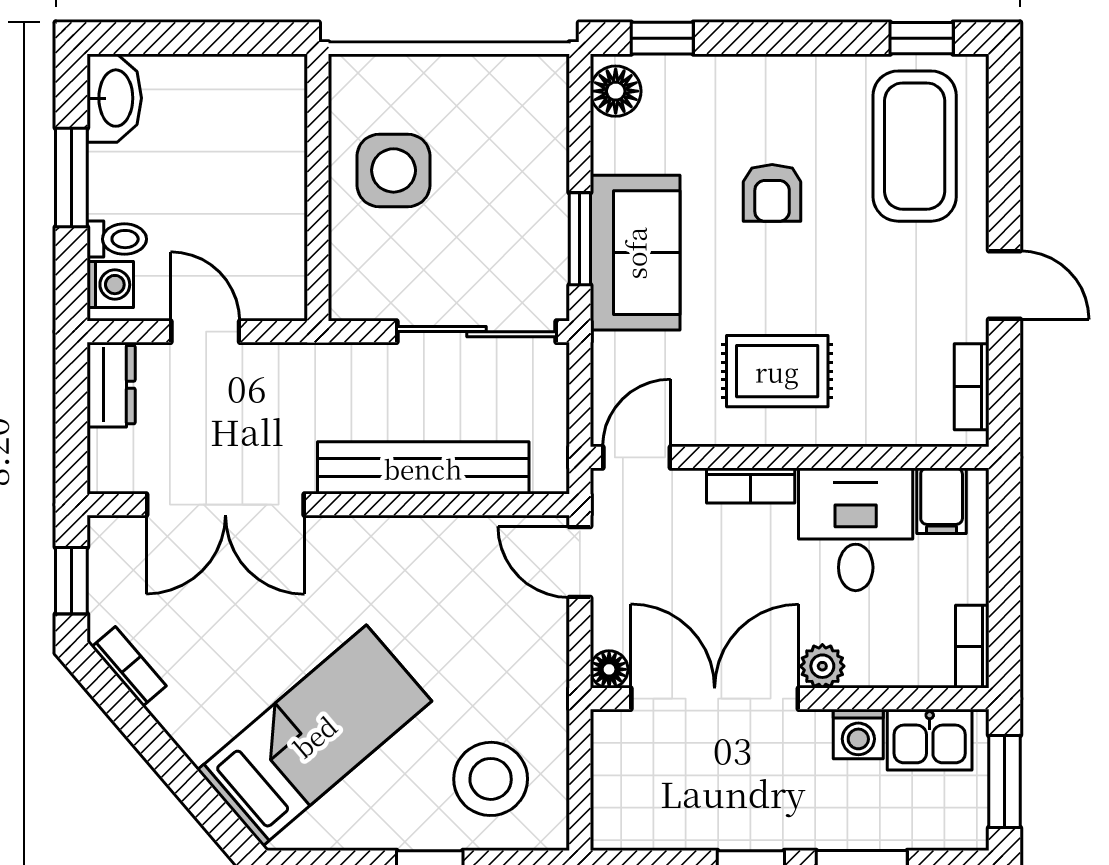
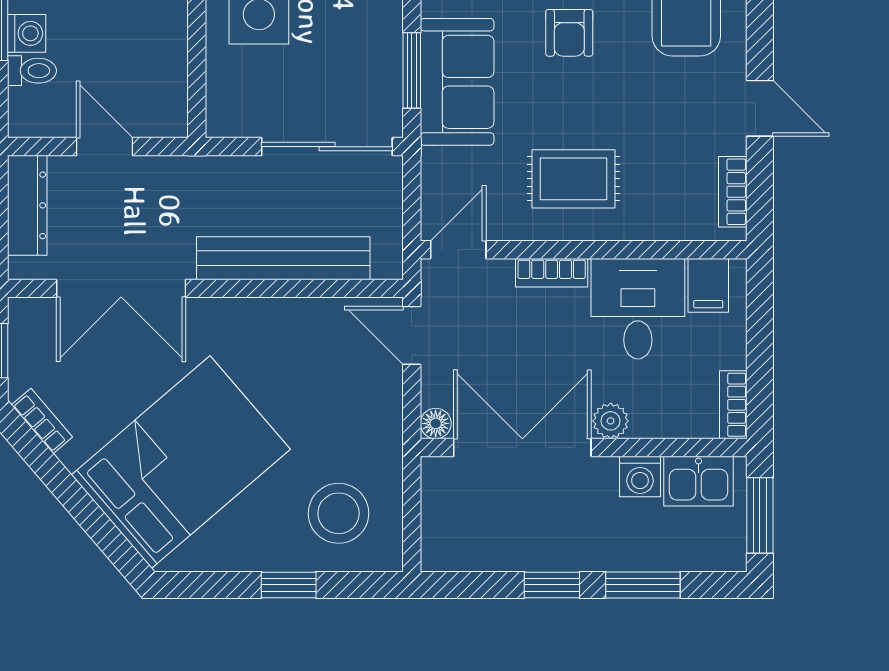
washing machine: (110, 285) -> (27, 33), moved
dresser: (111, 385) -> (27, 205), width x1.44
bed: (314, 736) -> (181, 462), width x1.50

